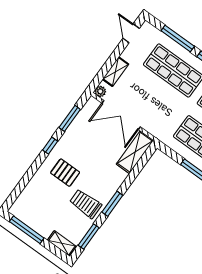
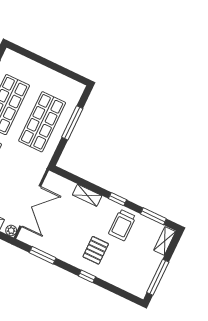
window: (50, 146) -> (87, 276), moved
shelving: (135, 152) -> (87, 195), moved, width x0.67, depth x0.75
window: (112, 204) -> (118, 199), width x0.67

